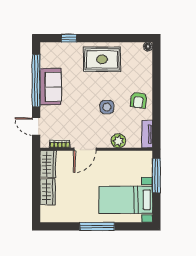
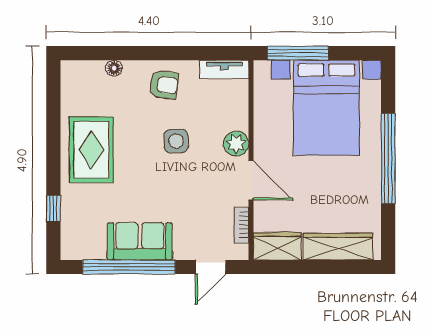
floor lamp: (148, 47) -> (114, 68), moved
plant: (118, 141) -> (236, 144), moved
wardrobe: (48, 192) -> (338, 247), width x1.50
bed with nightstands: (126, 200) -> (326, 108), width x1.36
window: (97, 226) -> (388, 158), width x1.46

